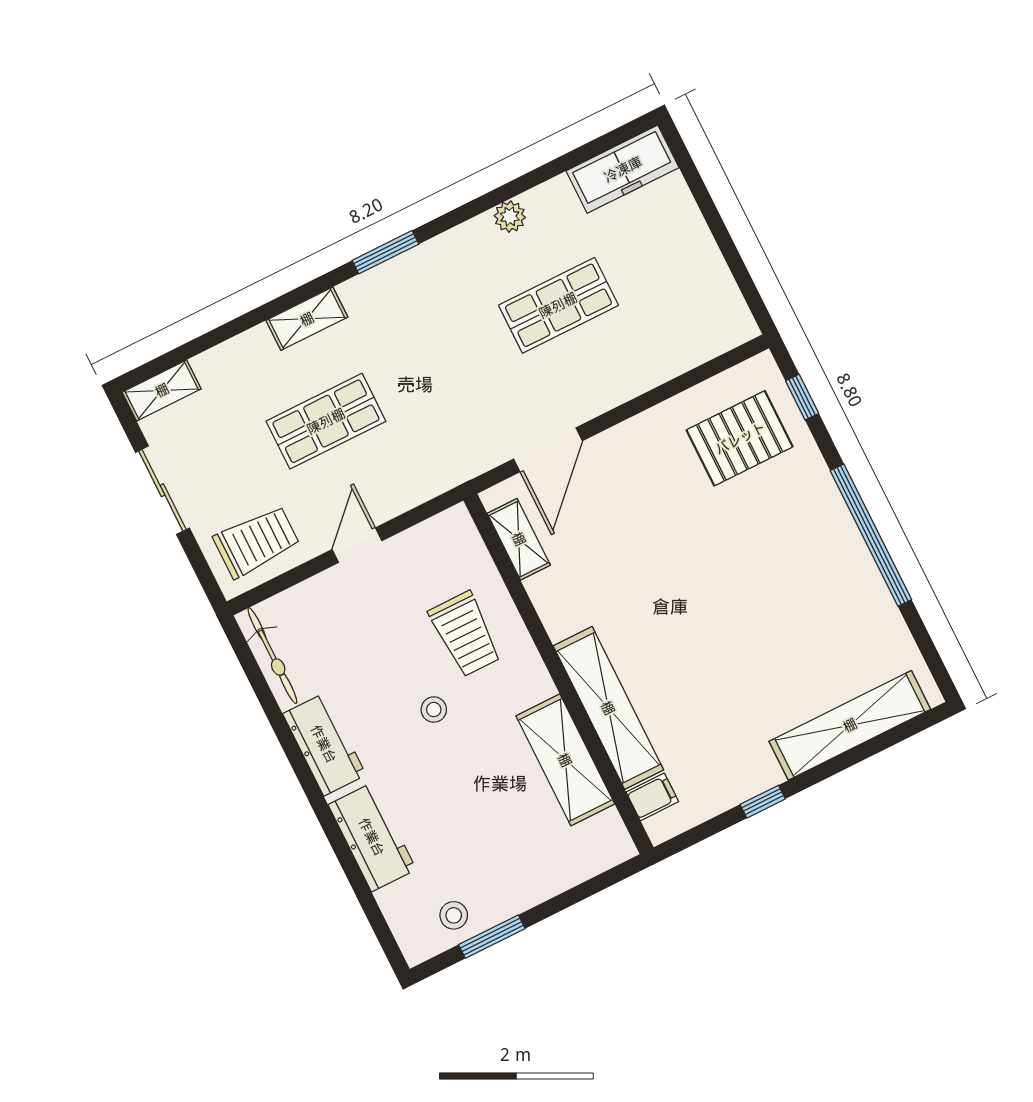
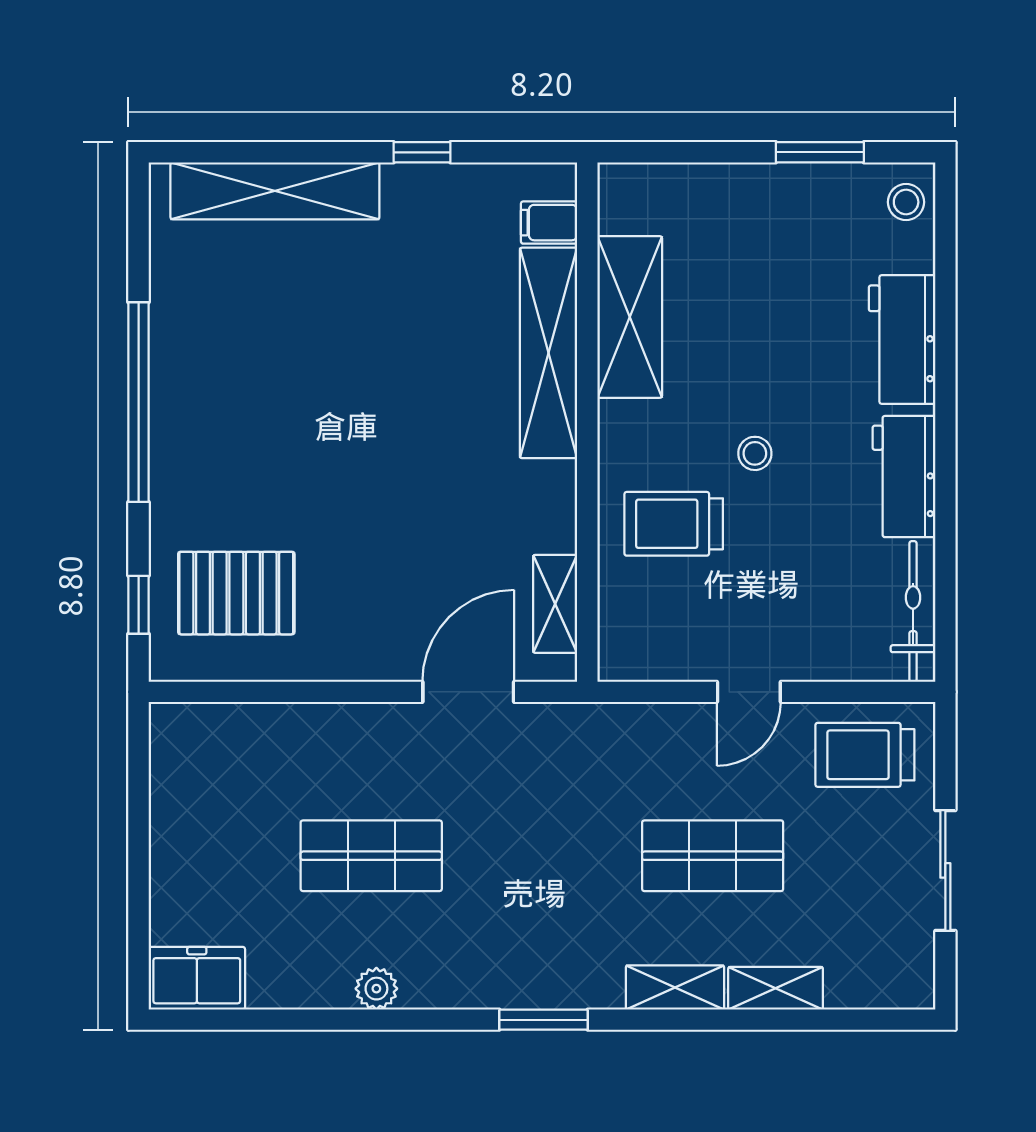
freezer: (623, 169) -> (197, 978), width x0.71
shelving: (162, 390) -> (776, 988), moved
trolley: (465, 634) -> (674, 524), turned -90
stool: (454, 915) -> (906, 202), moved

